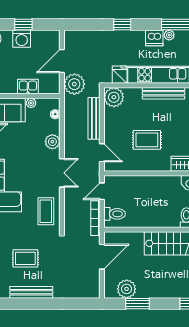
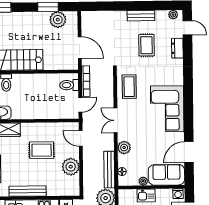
plant: (114, 97) -> (71, 167), moved
bench: (94, 118) -> (109, 170), moved
door: (102, 257) -> (80, 48), swing flipped
rug: (25, 258) -> (146, 45), turned 90
bench: (31, 292) -> (141, 16), width x0.73

